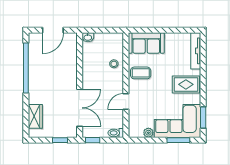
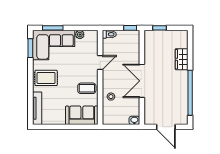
door: (53, 30) -> (166, 127), swing flipped
double door: (80, 108) -> (142, 81), moved
wardrobe: (35, 116) -> (182, 59), moved

